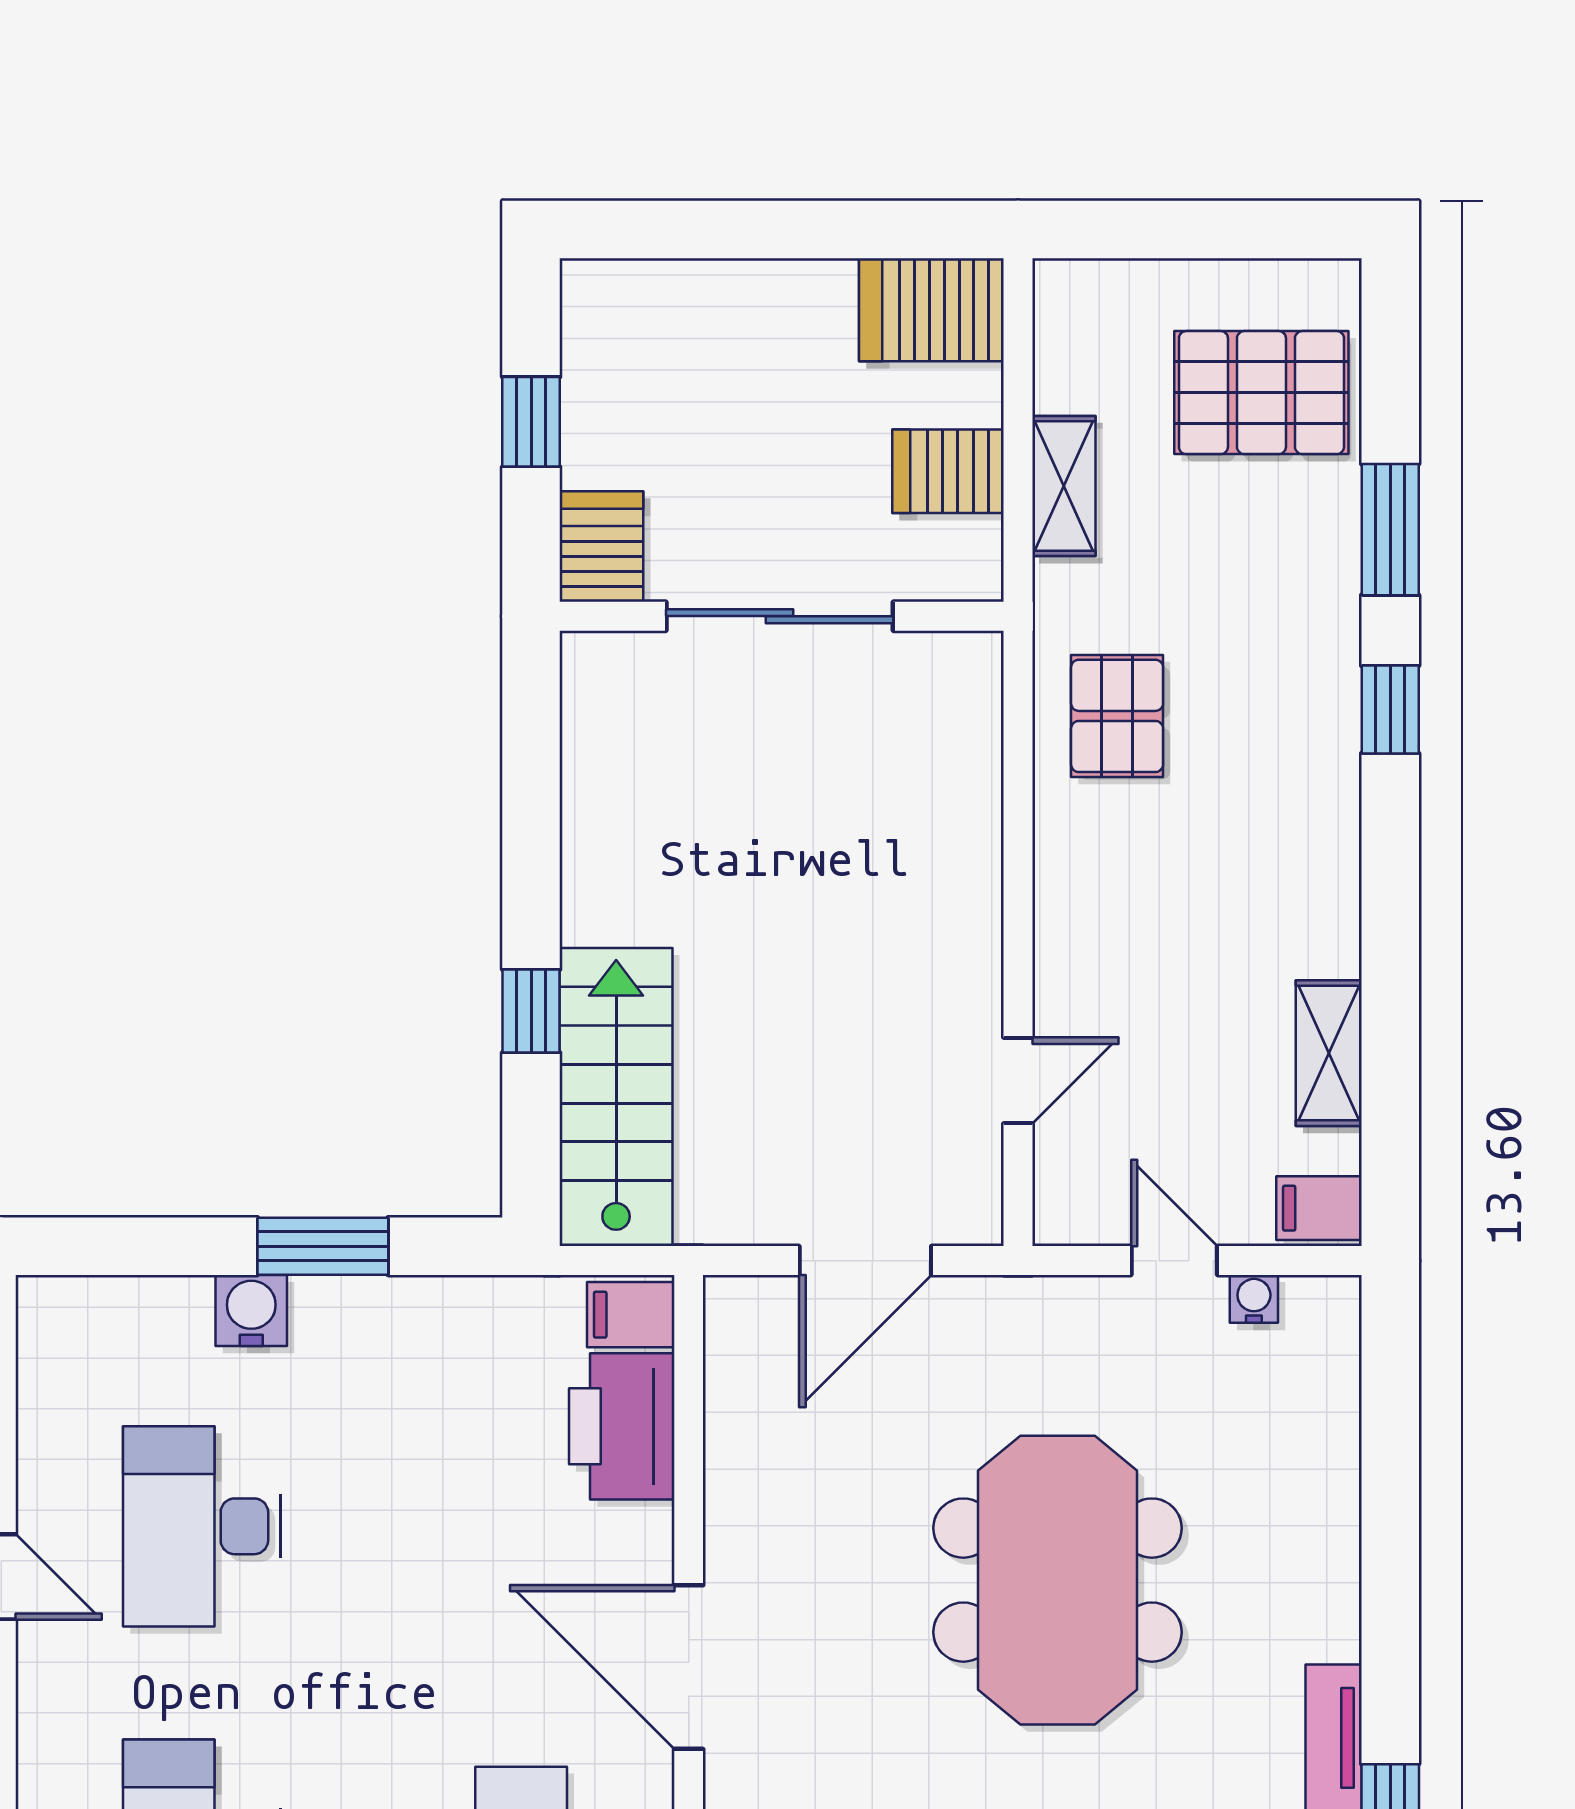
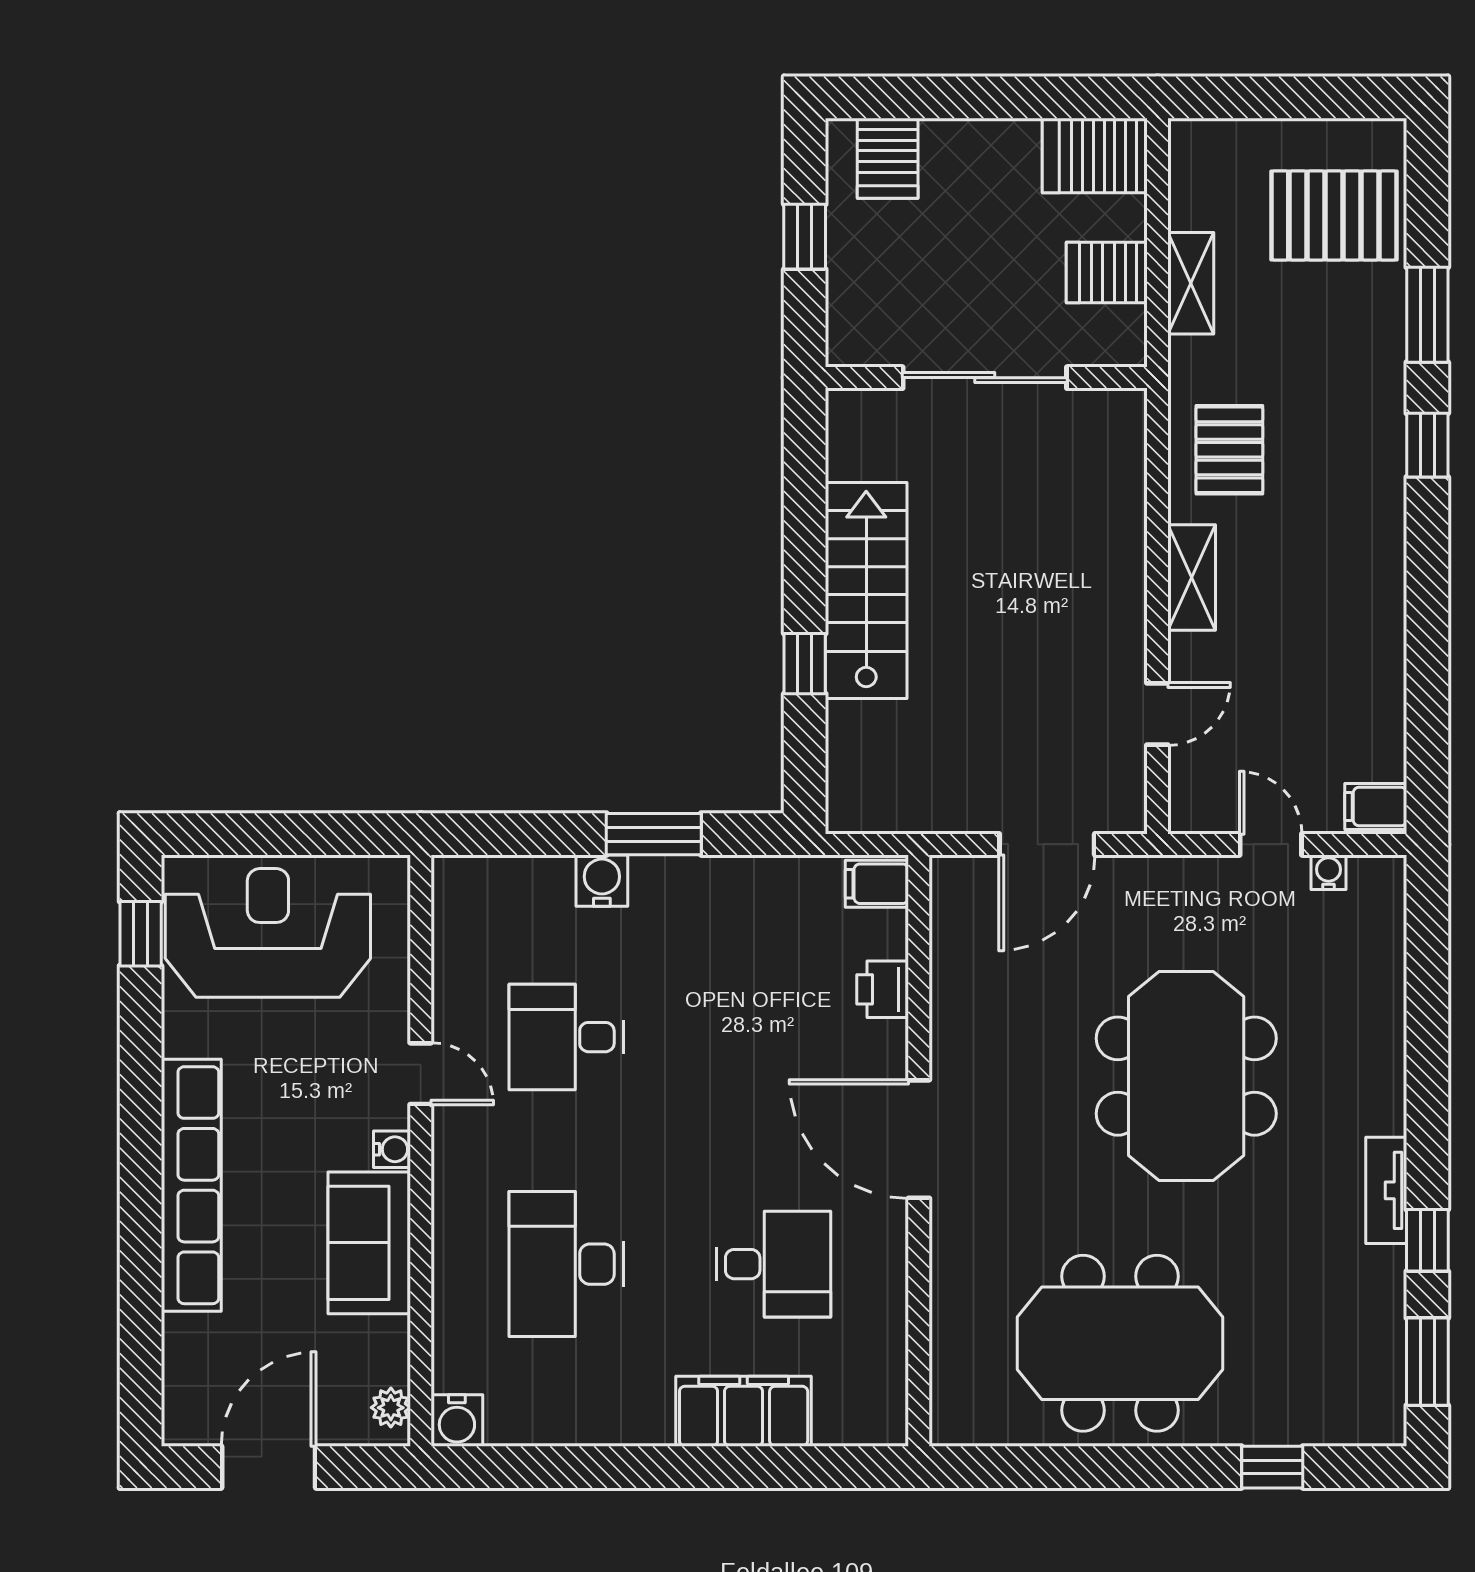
server rack: (601, 547) -> (888, 158), moved, turned 180
shelving: (1329, 1053) -> (1192, 578), moved
stairs: (616, 1097) -> (866, 591), moved
printer: (622, 1426) -> (883, 989), width x0.53, depth x0.68
desk: (202, 1526) -> (566, 1037), width x0.73

